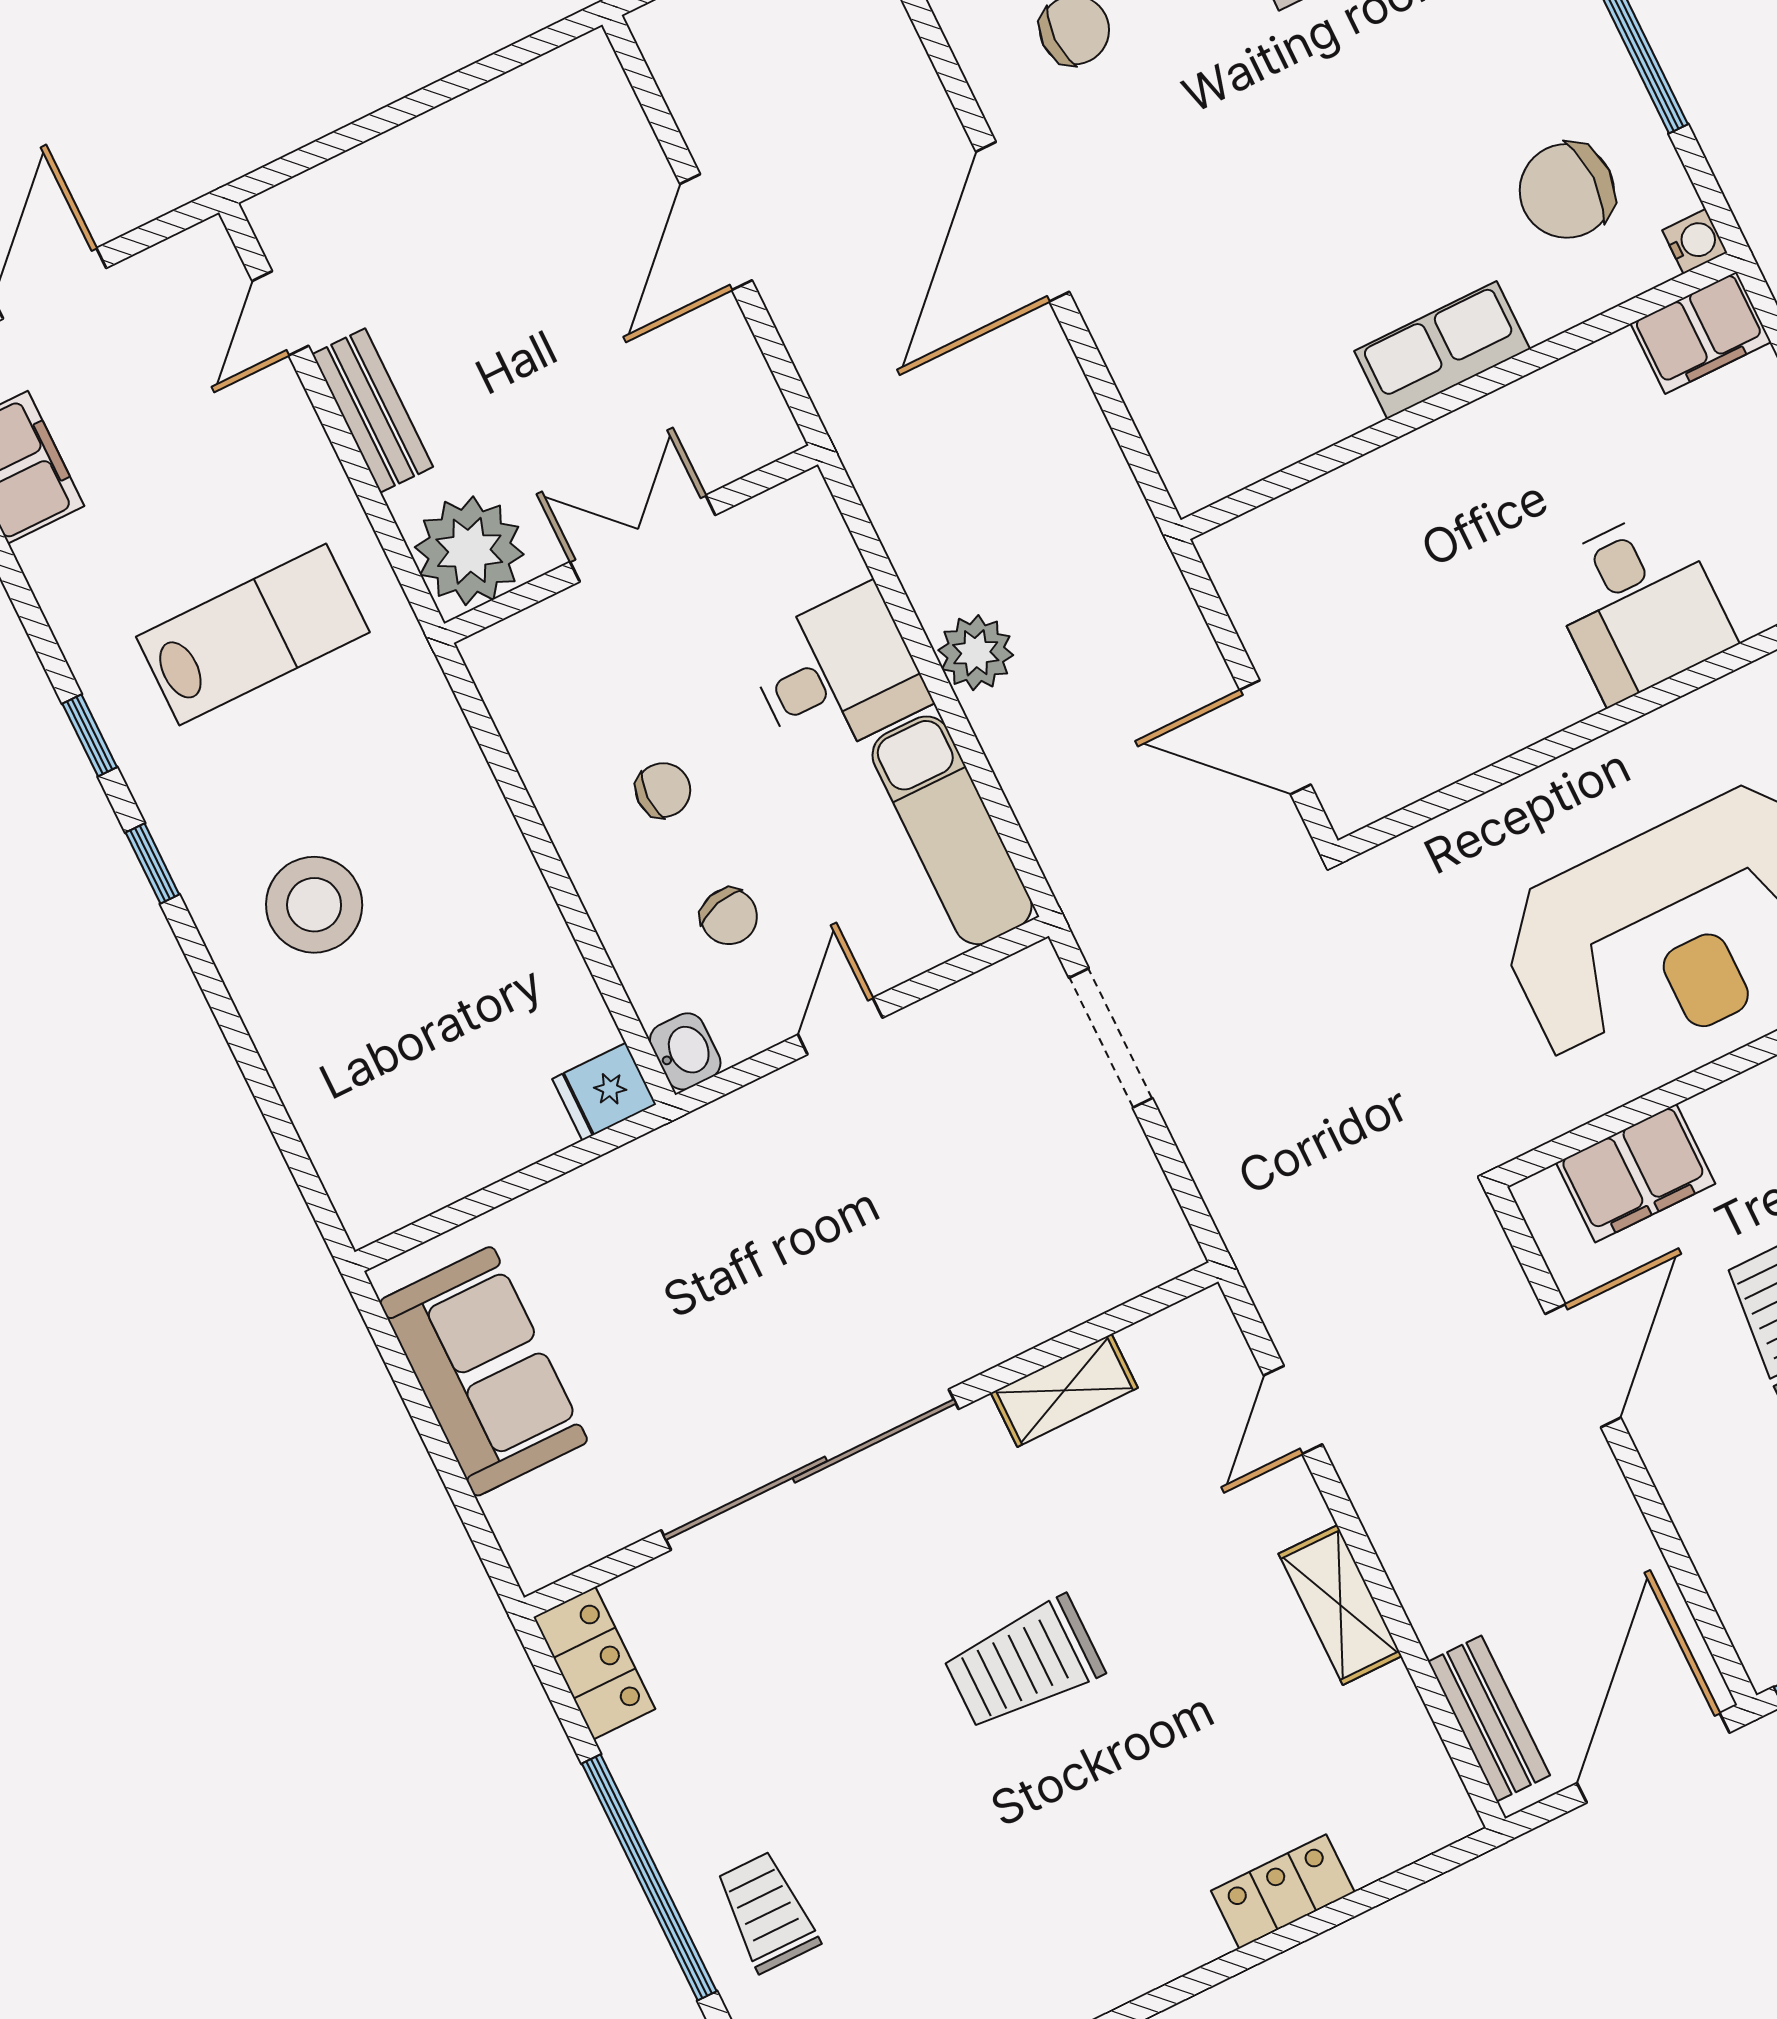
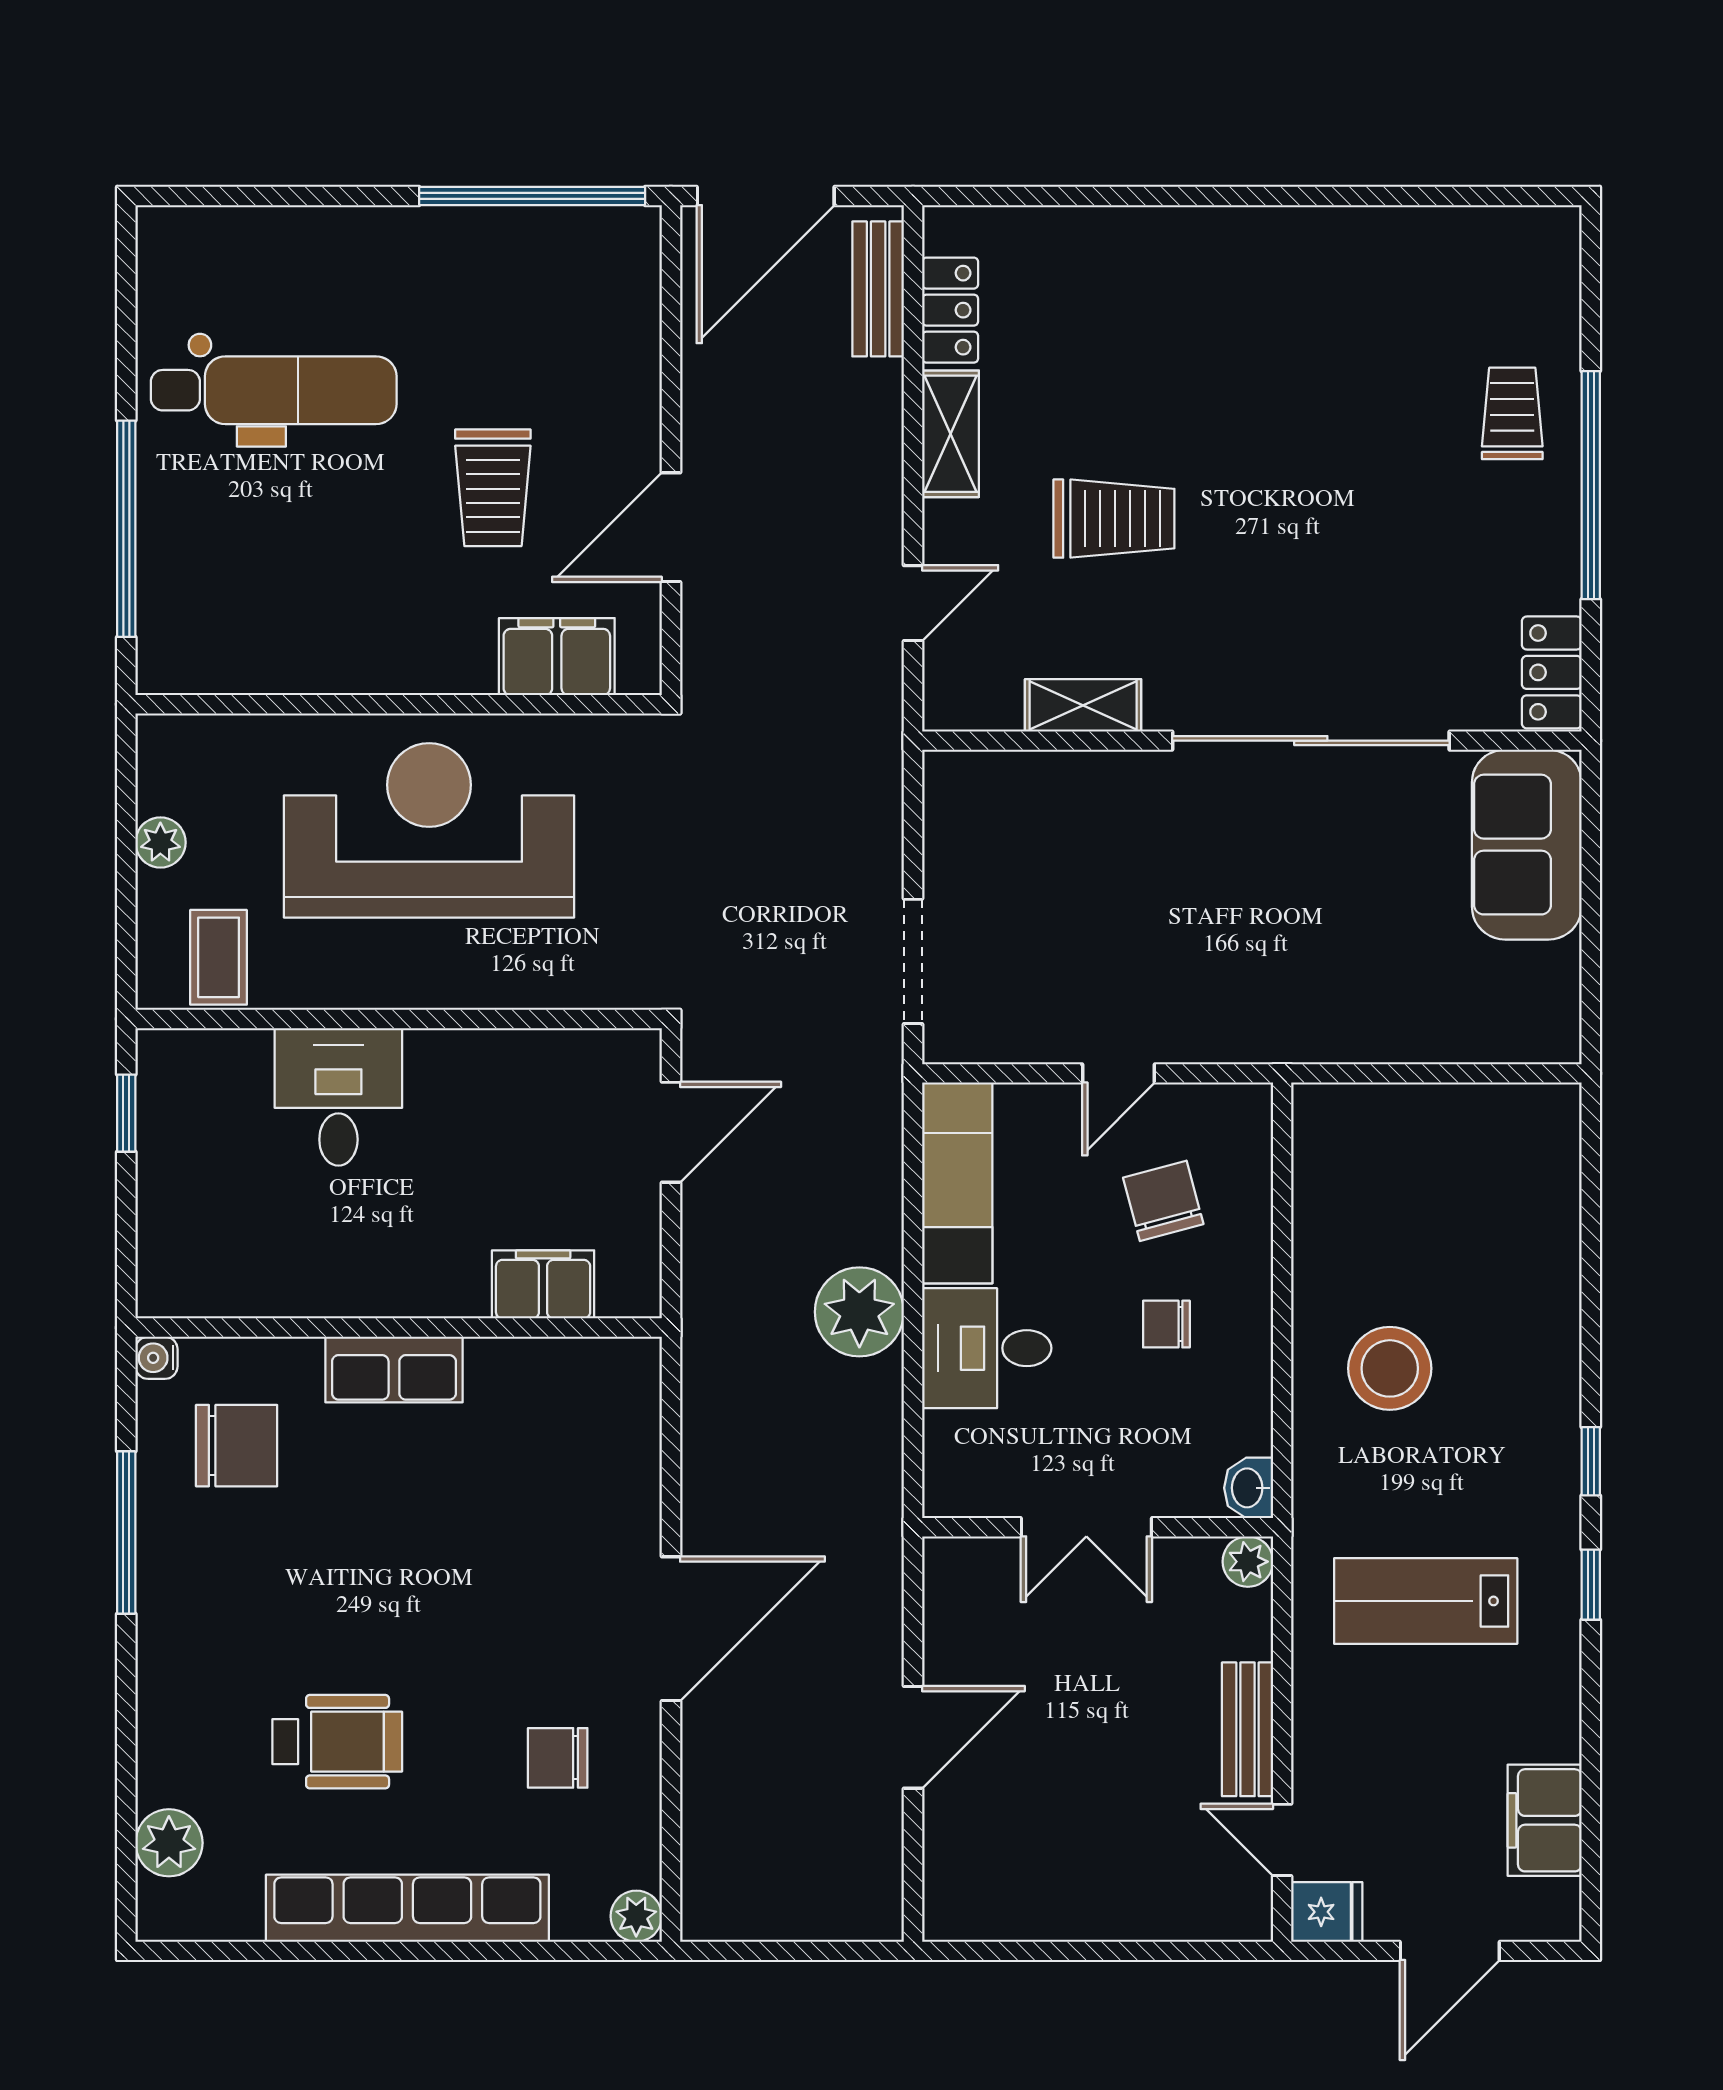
door: (280, 313) -> (1282, 1840), swing flipped
filing cabinet: (1701, 333) -> (543, 1284), moved
plant: (469, 551) -> (1248, 1562), width x0.53, depth x0.53
plant: (976, 653) -> (859, 1312), width x1.36, depth x1.36
door: (1275, 737) -> (671, 1132), hinge flipped
stool: (314, 905) -> (1390, 1368), moved
chair: (729, 916) -> (1163, 1201), width x1.37, depth x1.37
washbasin: (685, 1051) -> (1249, 1488), moved
fridge: (604, 1092) -> (1327, 1912), moved
sofa: (484, 1371) -> (1527, 845), moved
trolley: (1024, 1664) -> (1114, 519), moved
locker: (1283, 1891) -> (950, 310), moved, turned -90
trolley: (767, 1912) -> (1512, 413), turned 180

